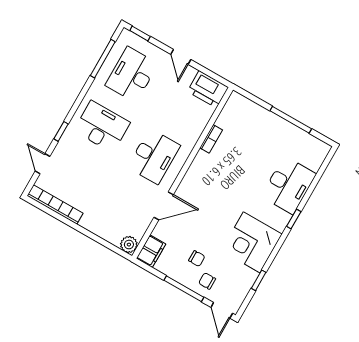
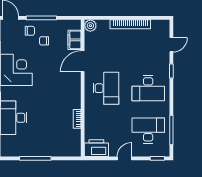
door: (181, 57) -> (124, 158), hinge flipped
desk: (132, 75) -> (148, 130), turned -90
desk: (154, 156) -> (106, 88), turned 180
door: (43, 164) -> (171, 45), hinge flipped
bookcase: (55, 205) -> (130, 24), moved
filing cabinet: (151, 251) -> (75, 40), moved

